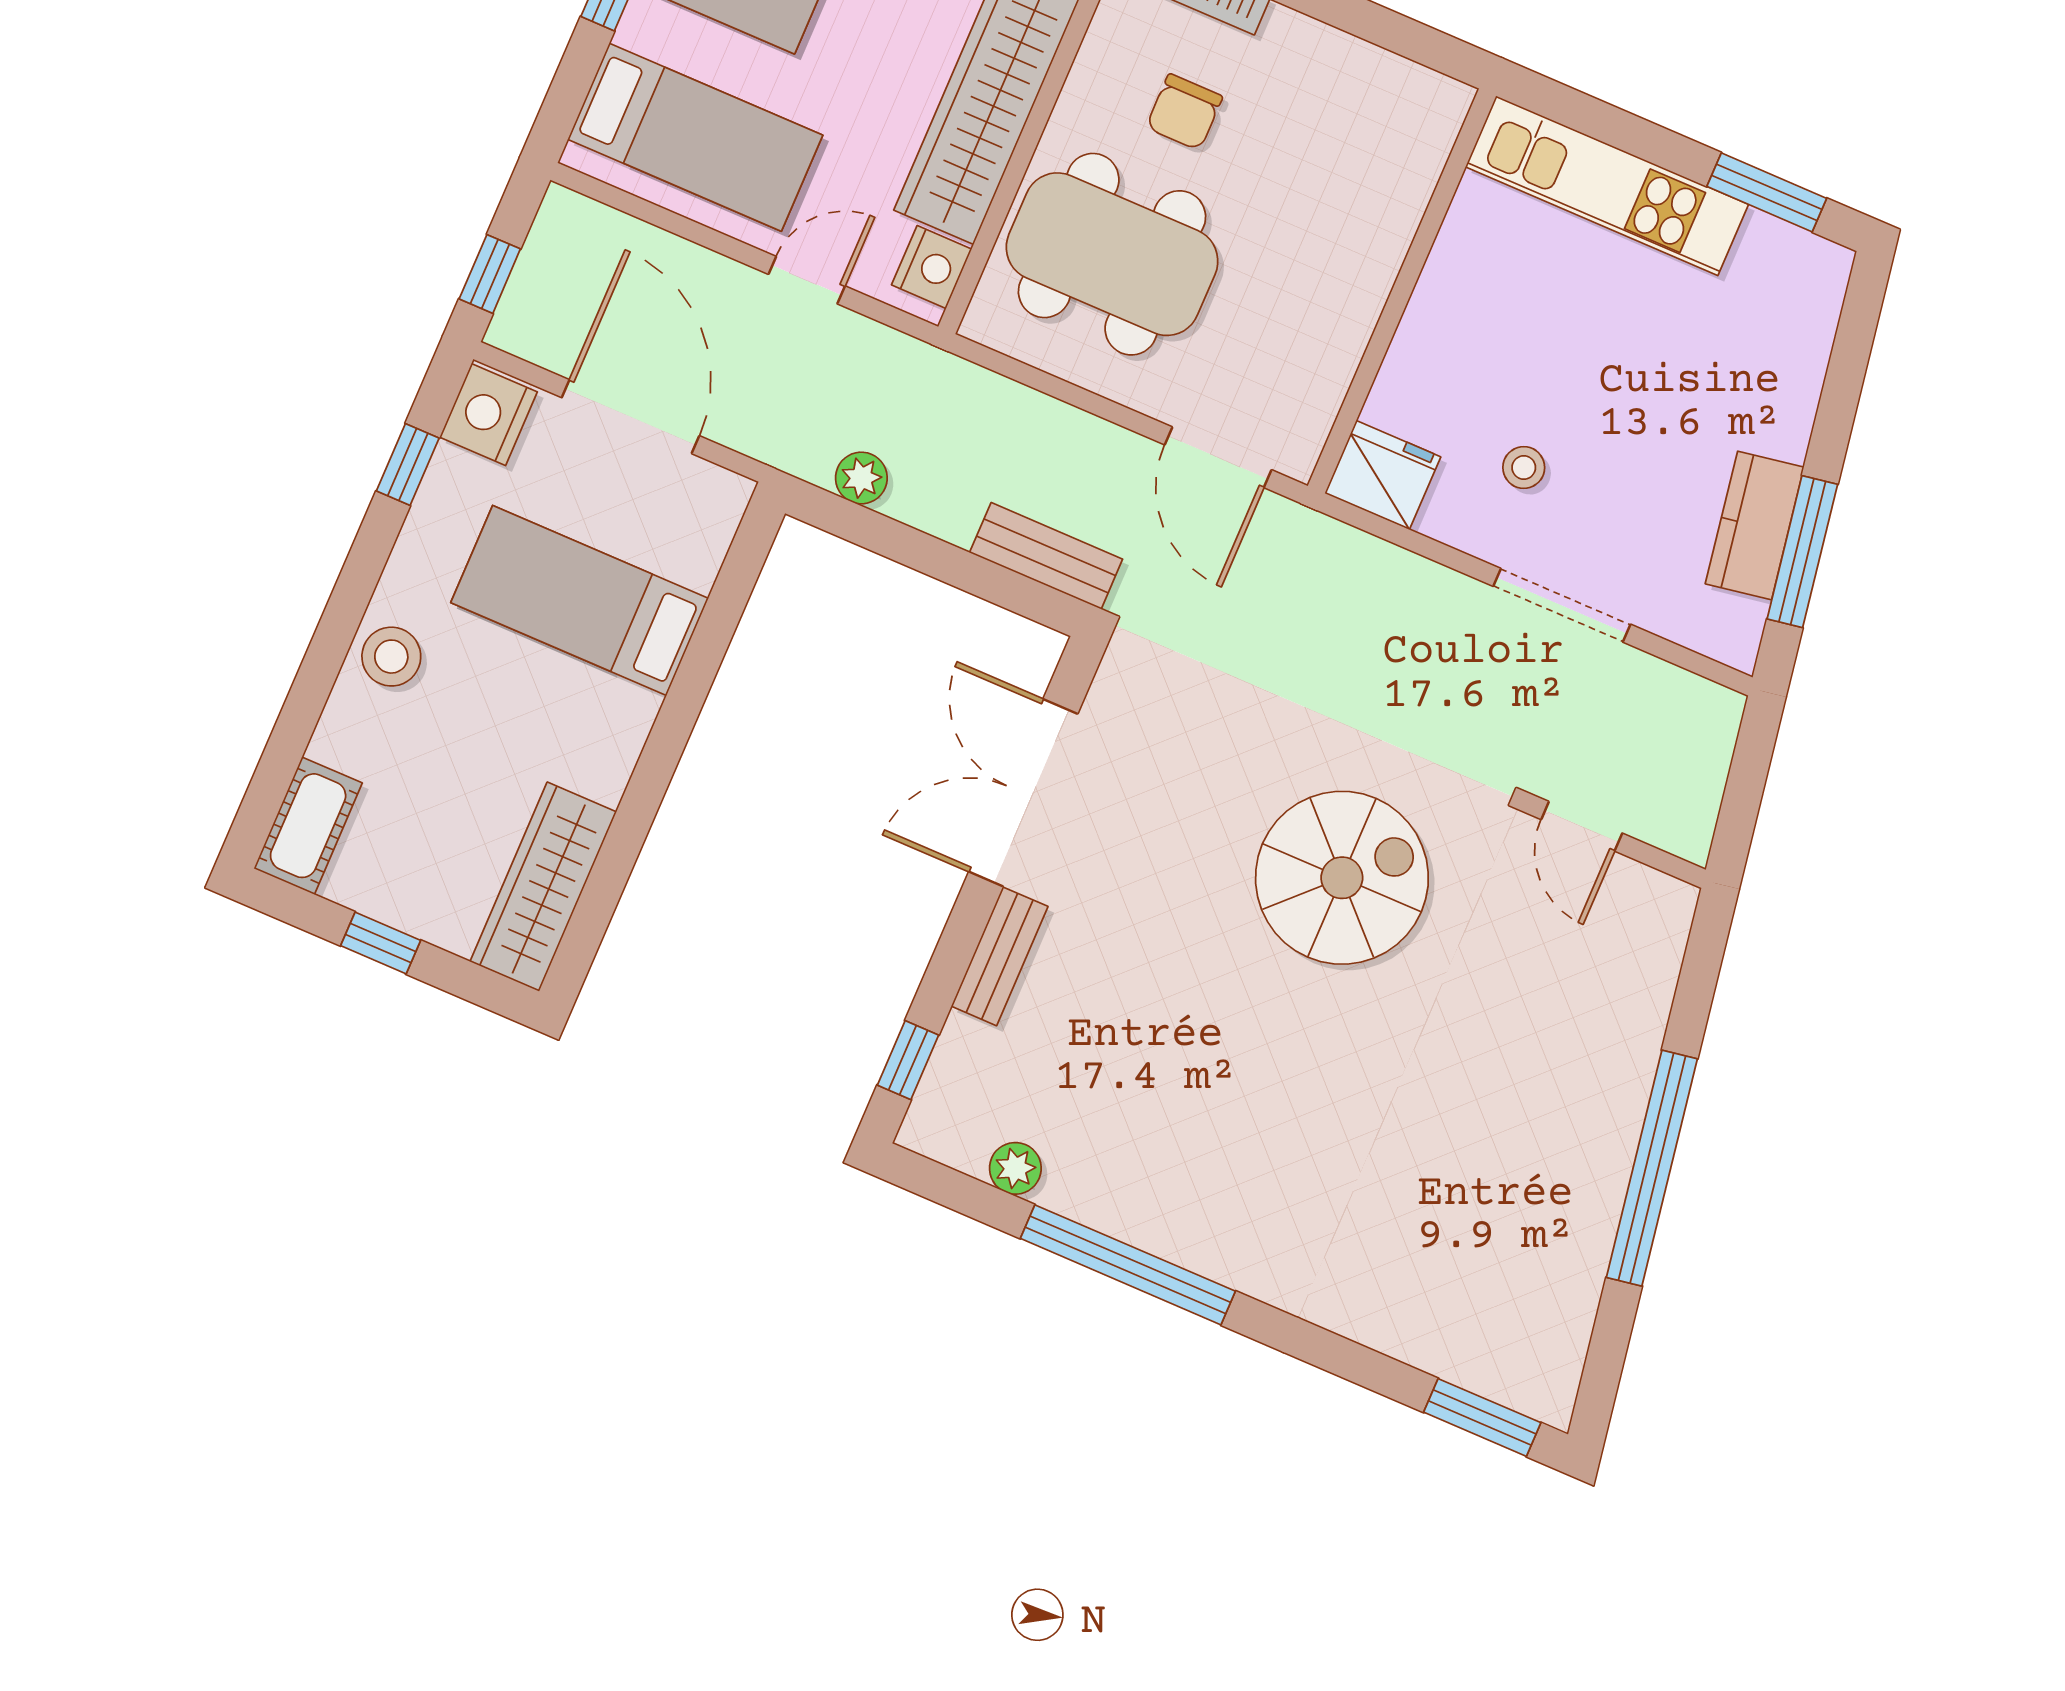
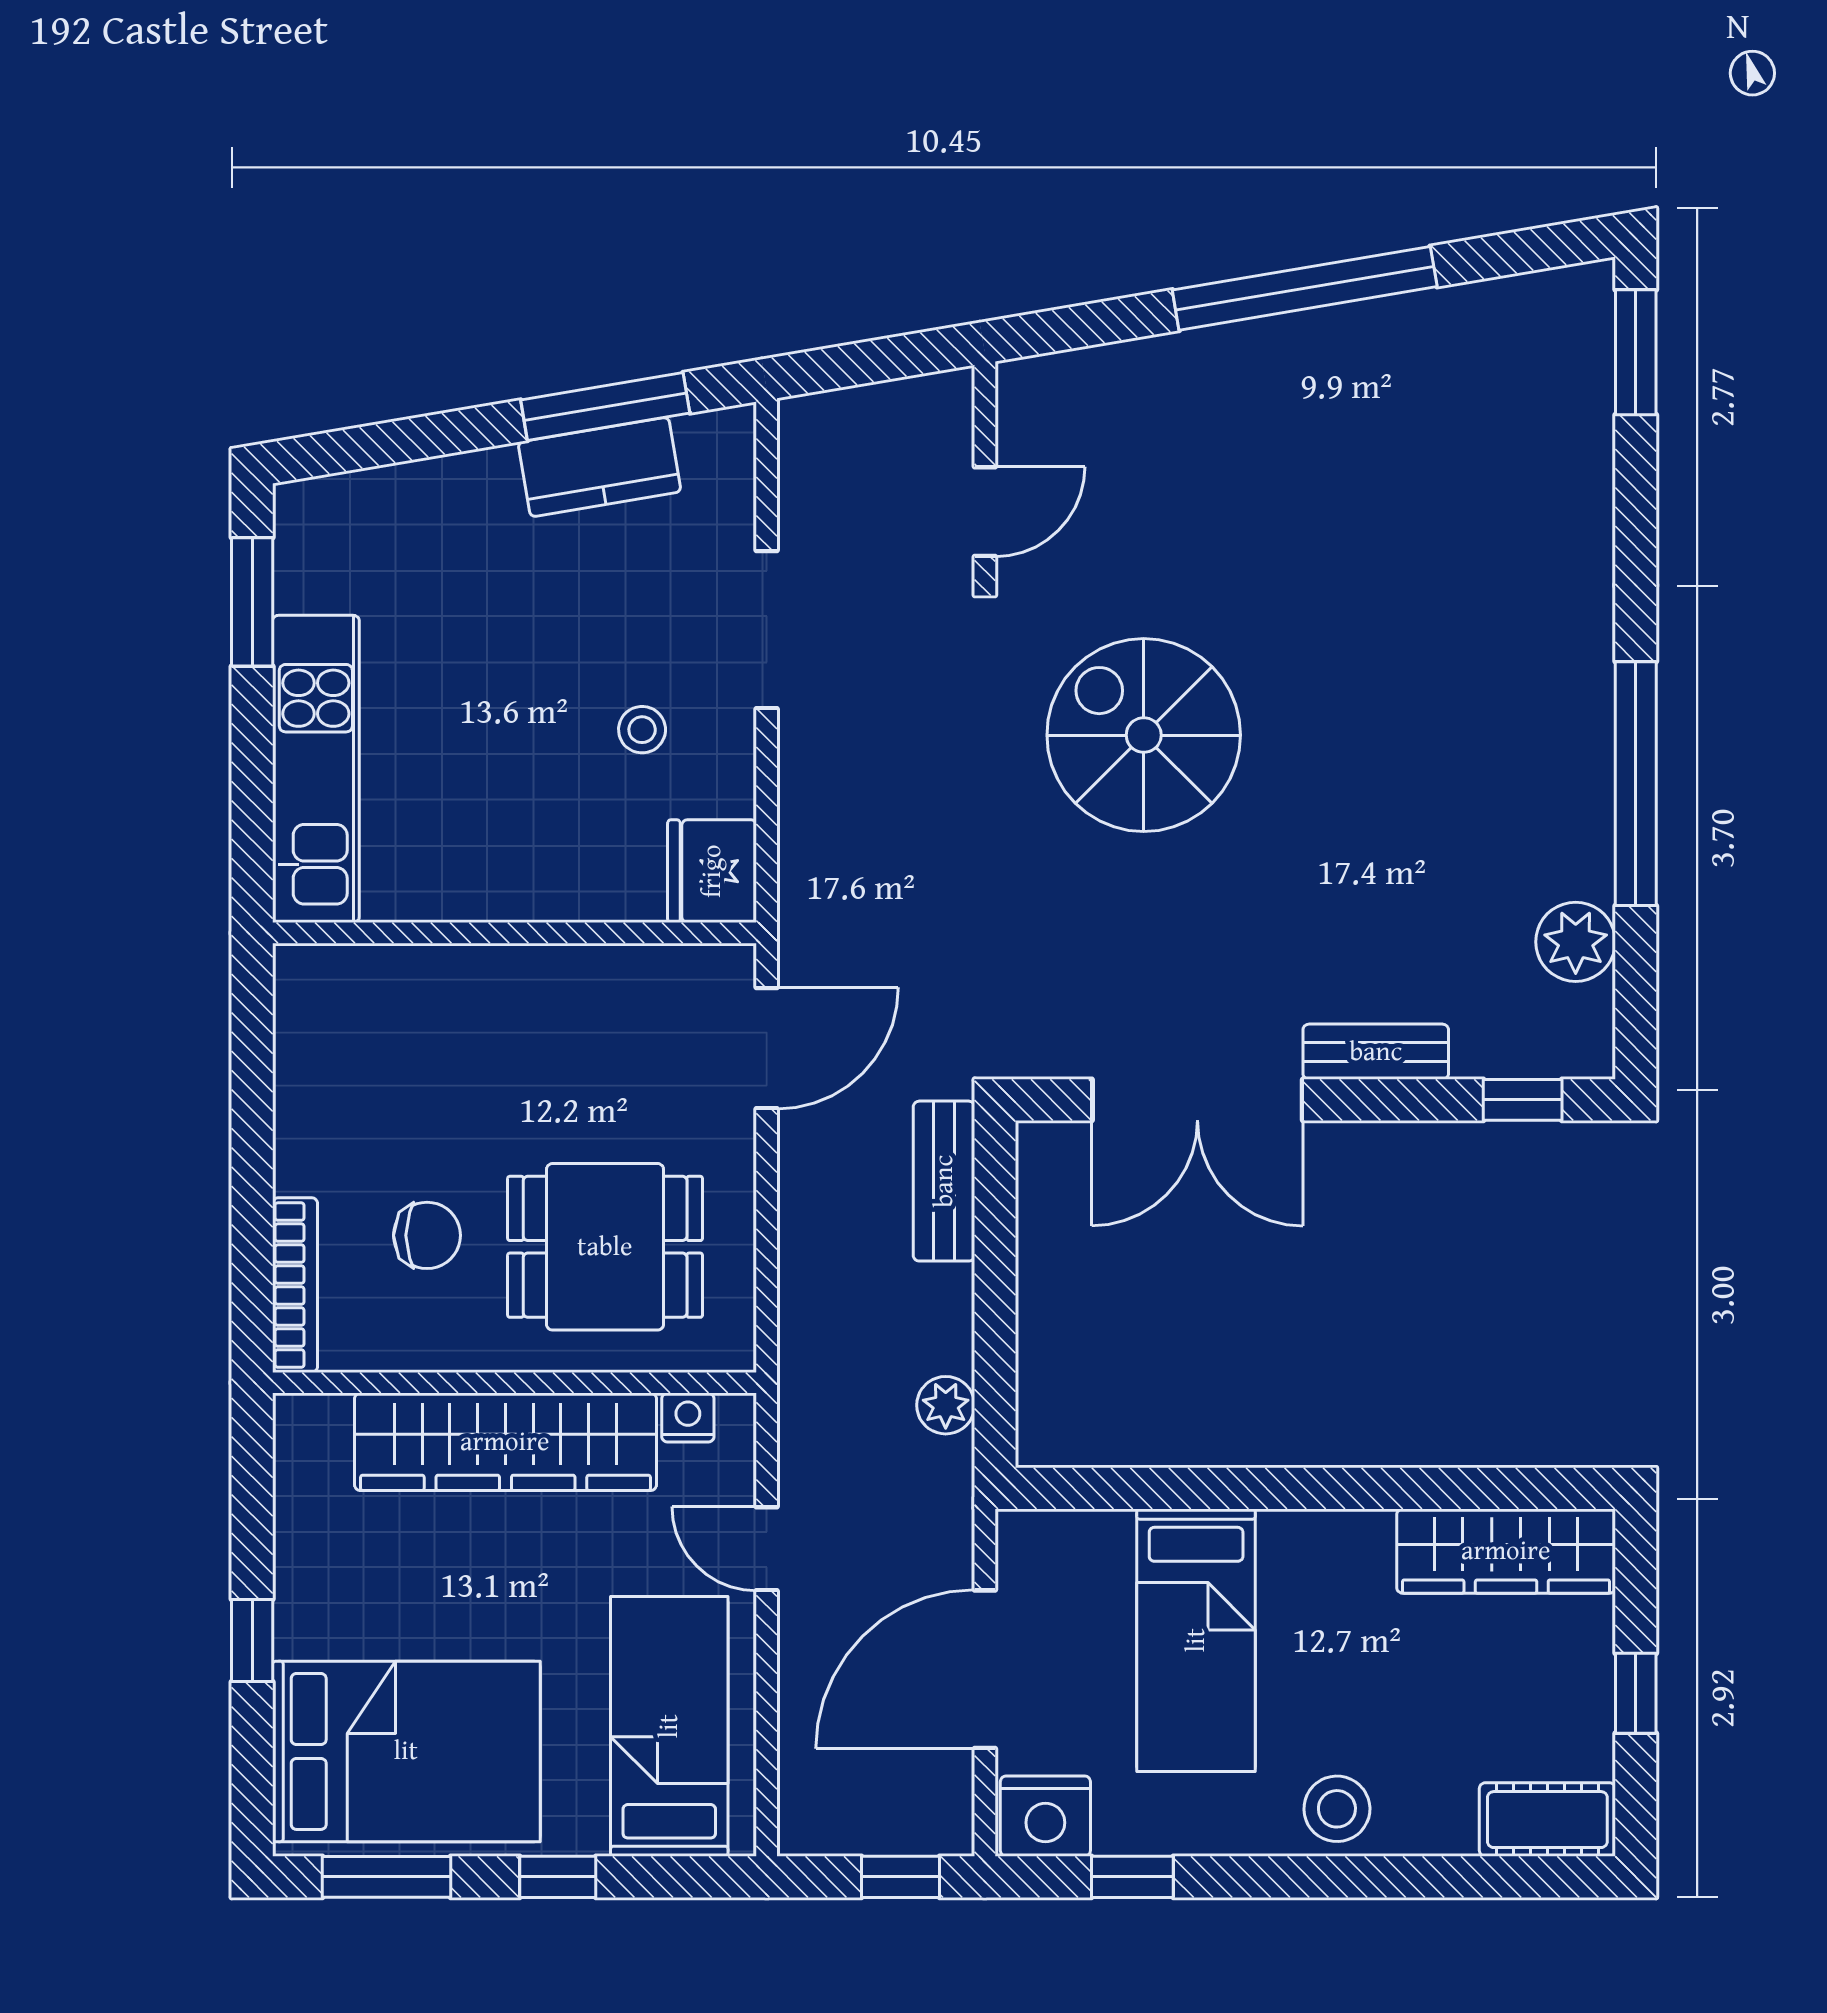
dining table: (1112, 254) -> (605, 1247), width x0.73
nightstand: (932, 267) -> (688, 1418), width x0.72, depth x0.74
plant: (1015, 1168) -> (1576, 942), width x1.38, depth x1.38

